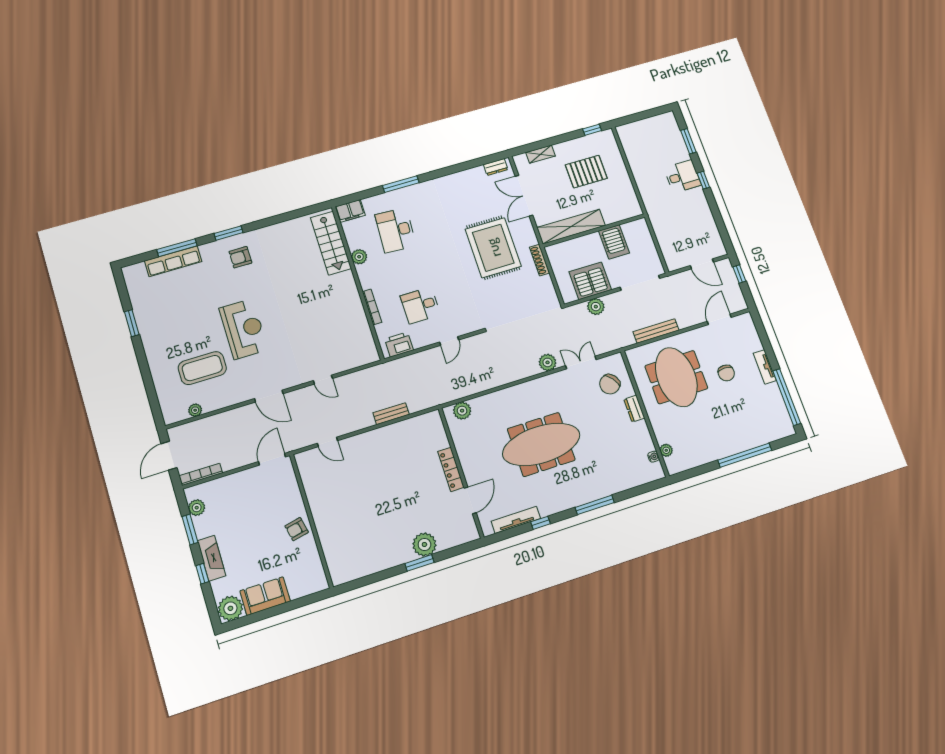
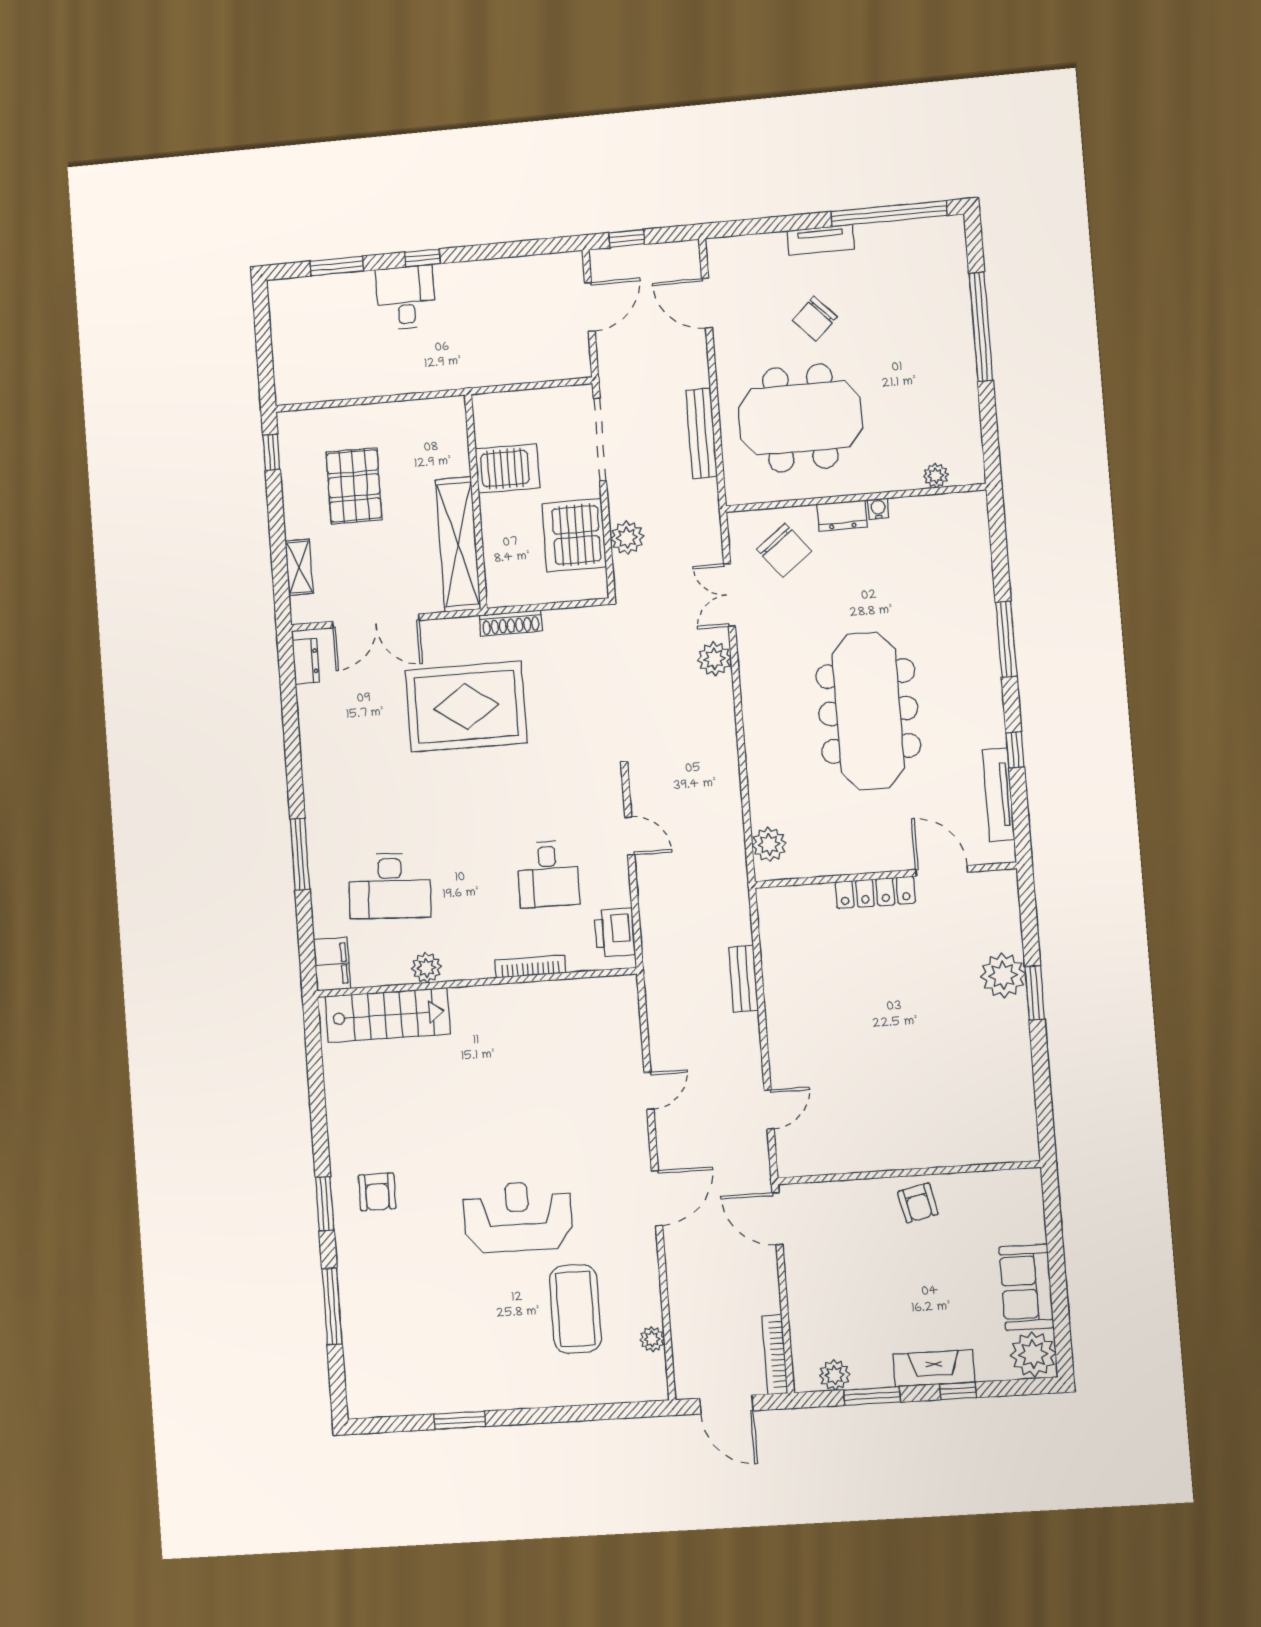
row of seats: (173, 261) -> (357, 1319), removed
chair: (726, 373) -> (815, 319), turned 136
water cooler: (654, 457) -> (878, 509), moved

